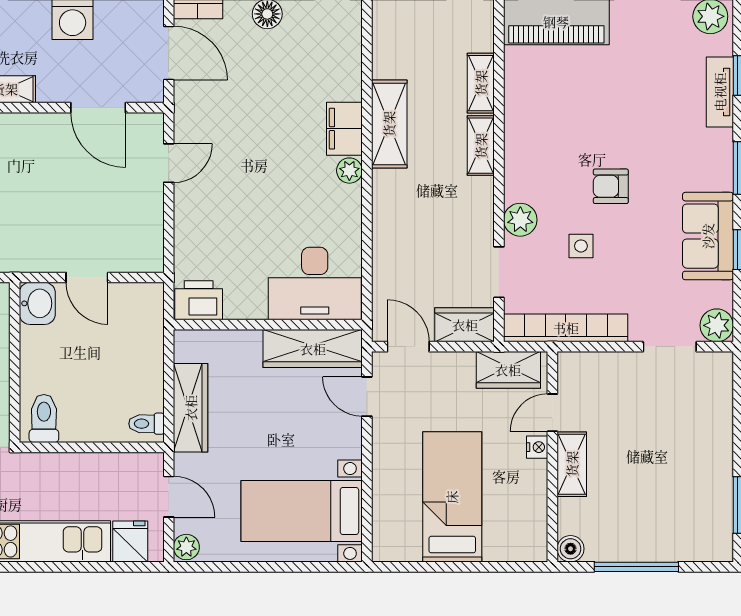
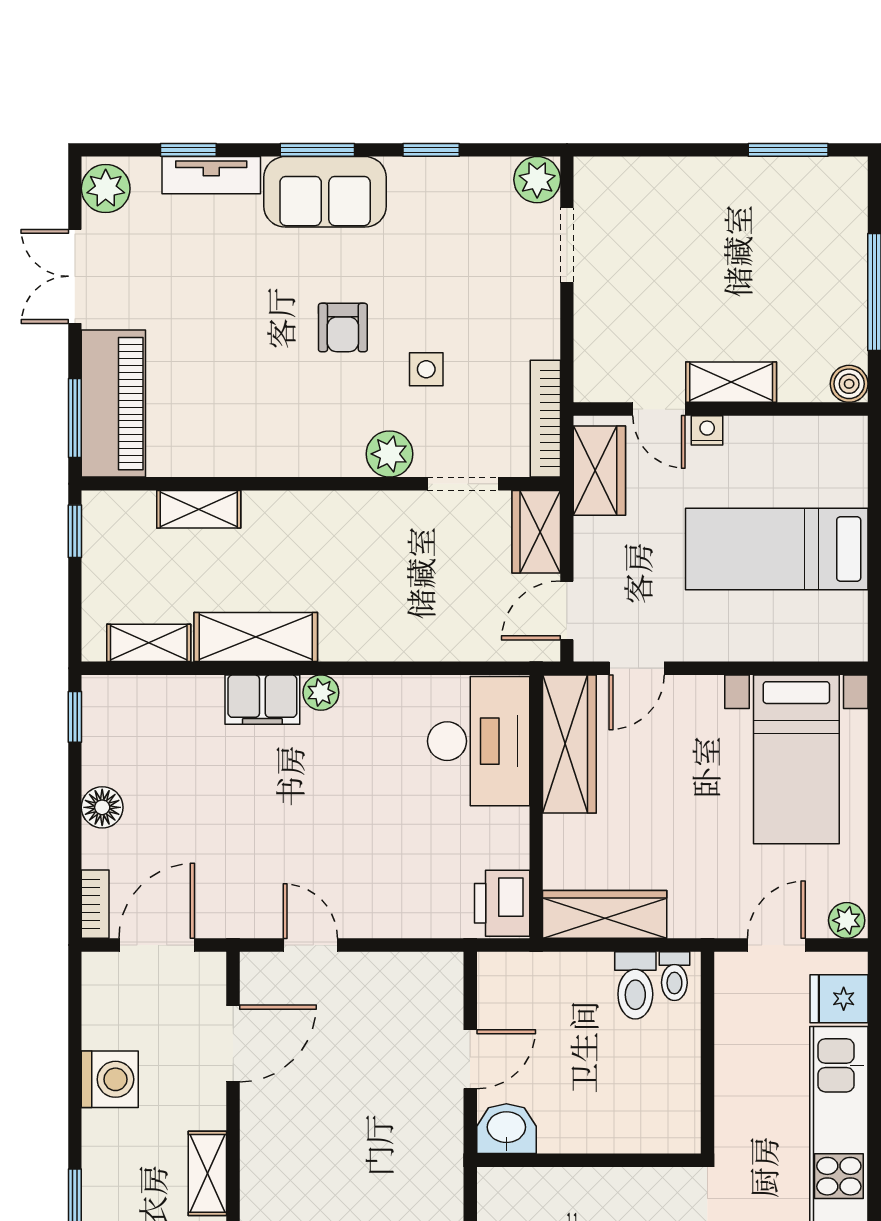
shelving: (481, 146) -> (149, 643), moved
sofa: (708, 236) -> (325, 192), moved
bookcase: (566, 328) -> (545, 419), width x0.68, depth x0.76
wardrobe: (191, 408) -> (605, 914), moved
toilet: (44, 418) -> (635, 985), moved, turned -90

